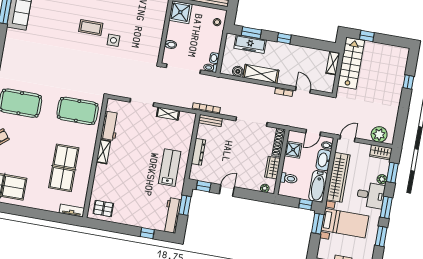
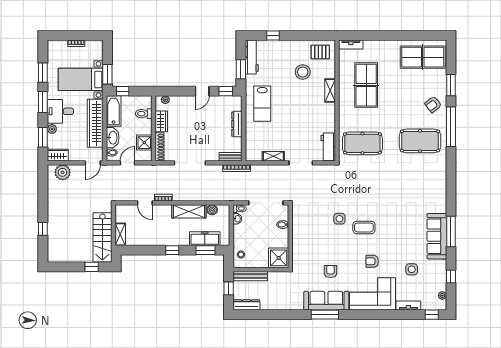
workbench: (110, 126) -> (328, 147), moved
shelving: (103, 152) -> (330, 91), moved
stool: (124, 192) -> (303, 72), added

